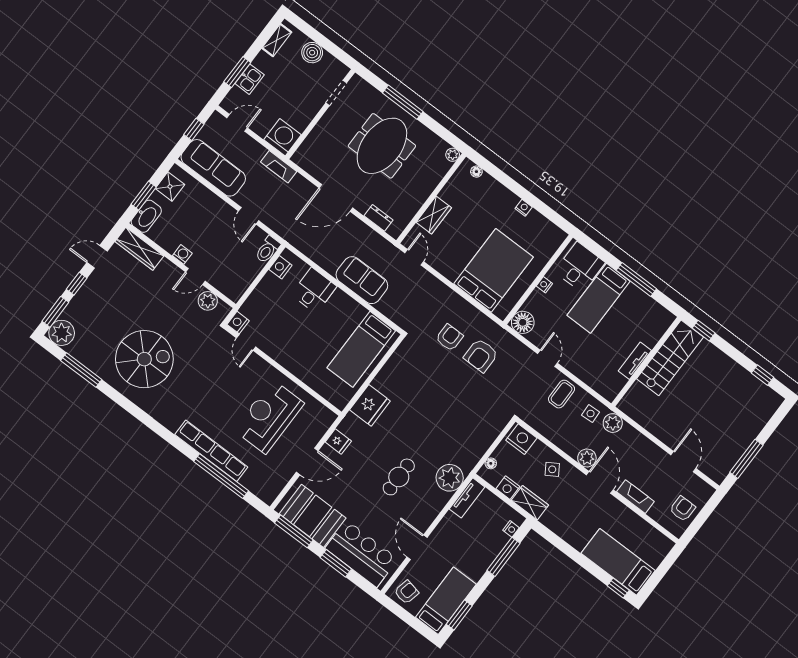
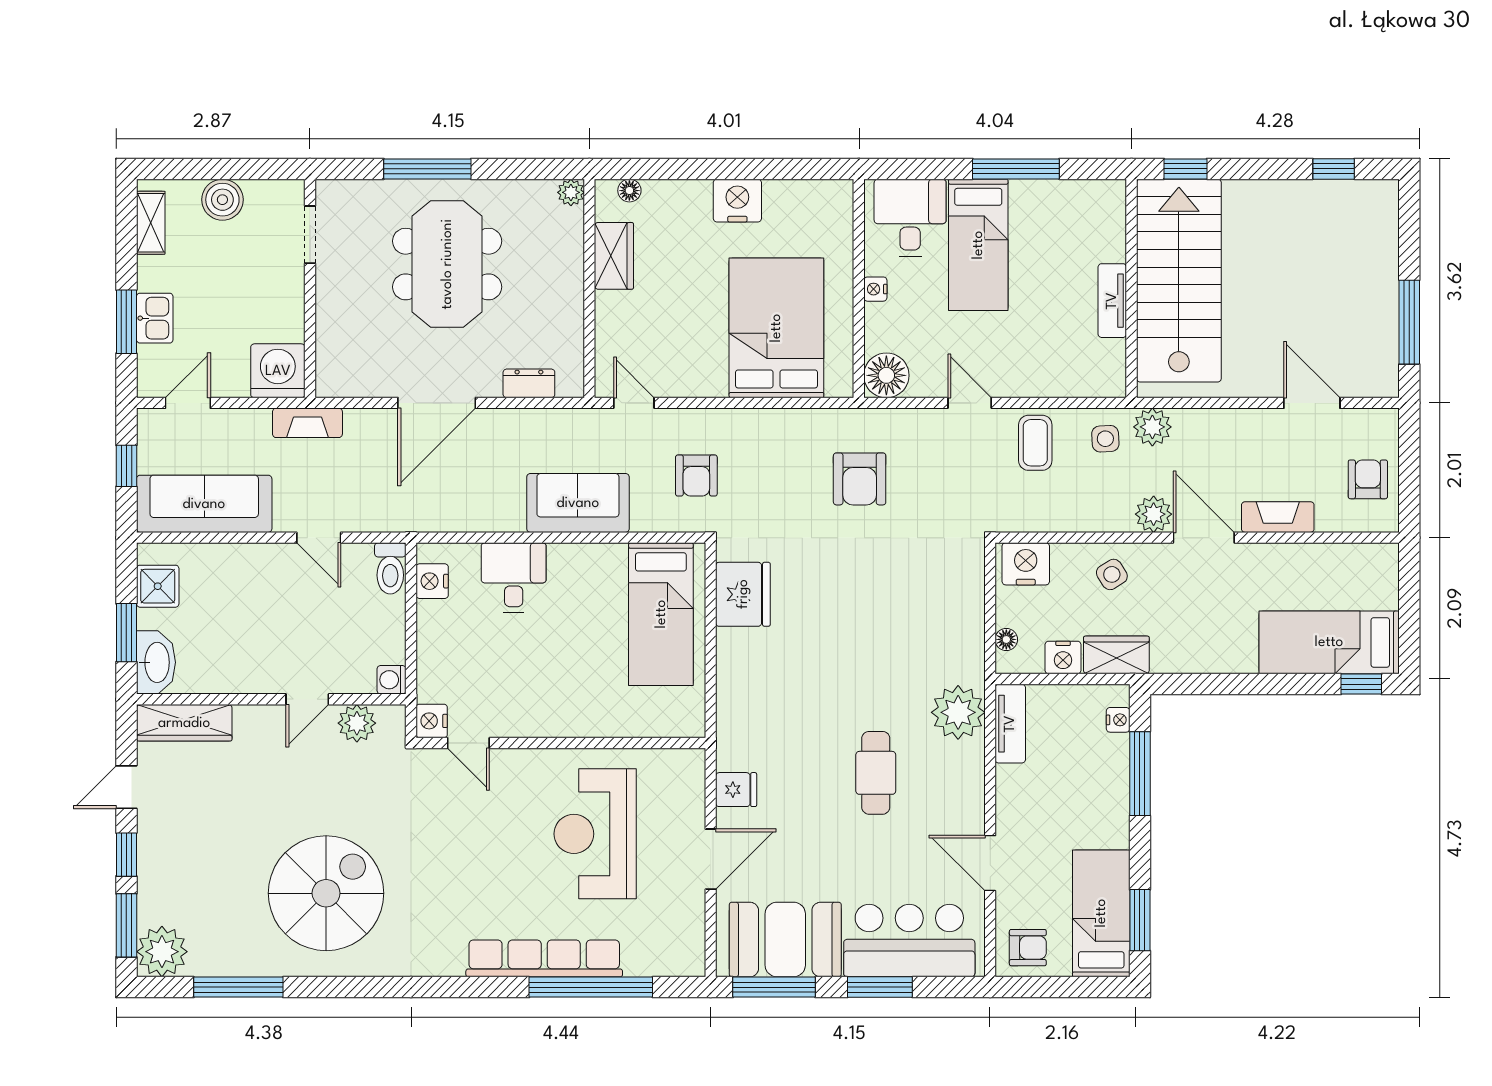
nightstand: (524, 208) -> (737, 201), width x1.89, depth x1.79
wardrobe: (434, 215) -> (614, 256), moved
washing machine: (182, 254) -> (392, 680), moved, turned -90
armchair: (449, 338) -> (696, 476), moved, turned 180
stairs: (670, 358) -> (1179, 281), width x1.36, depth x1.51
fridge: (370, 405) -> (743, 594), moved
armchair: (406, 592) -> (1028, 948), turned 78

